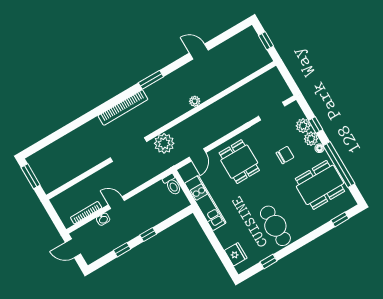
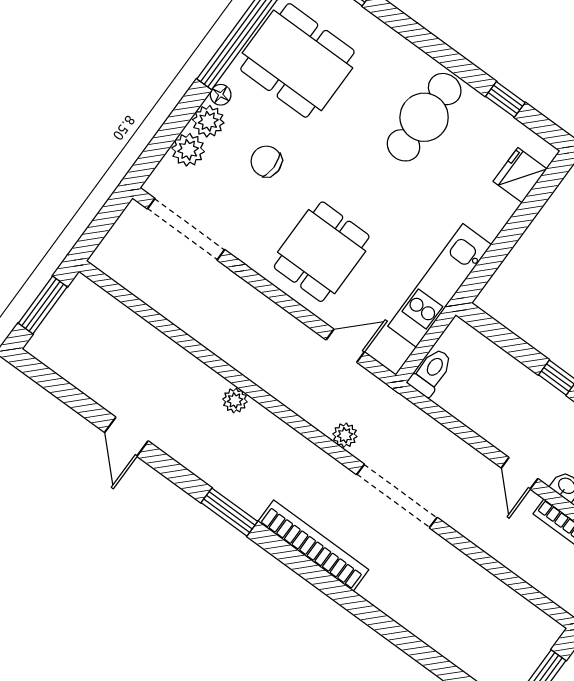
window: (266, 41) -> (43, 305), width x1.50
doorway: (272, 111) -> (186, 229), width x1.36
window: (316, 125) -> (175, 124), removed
plant: (164, 143) -> (345, 435), width x0.53, depth x0.53

